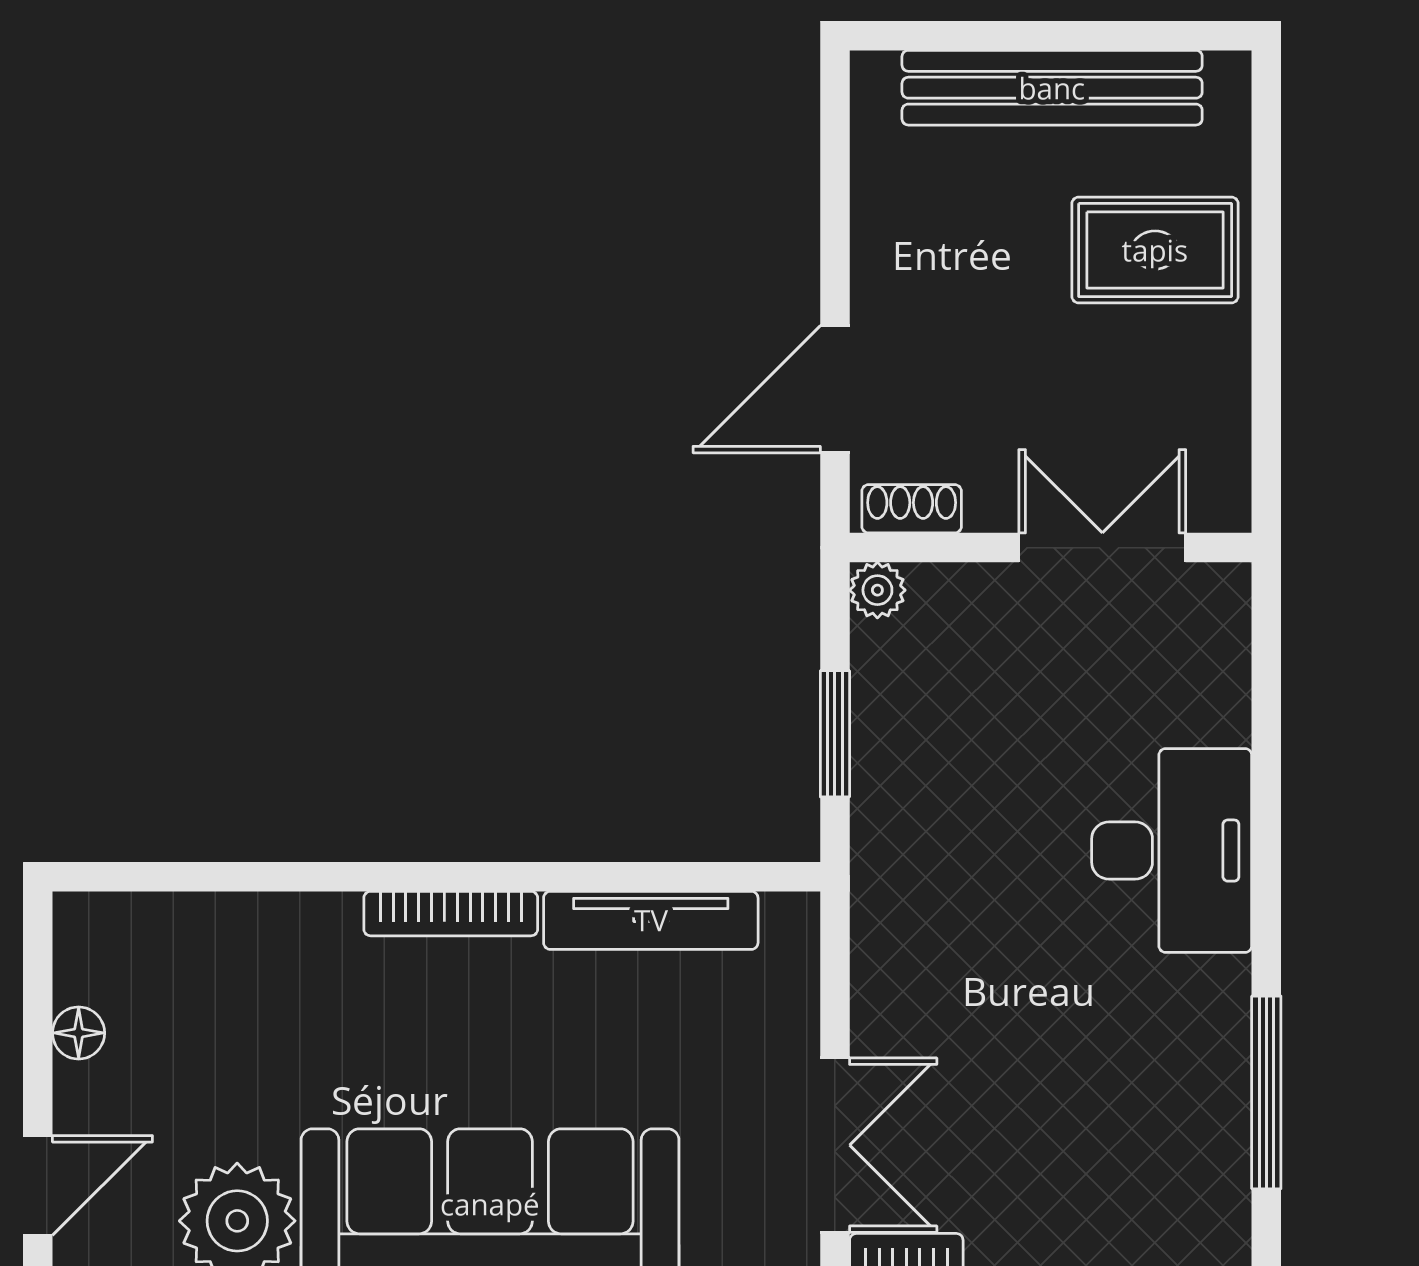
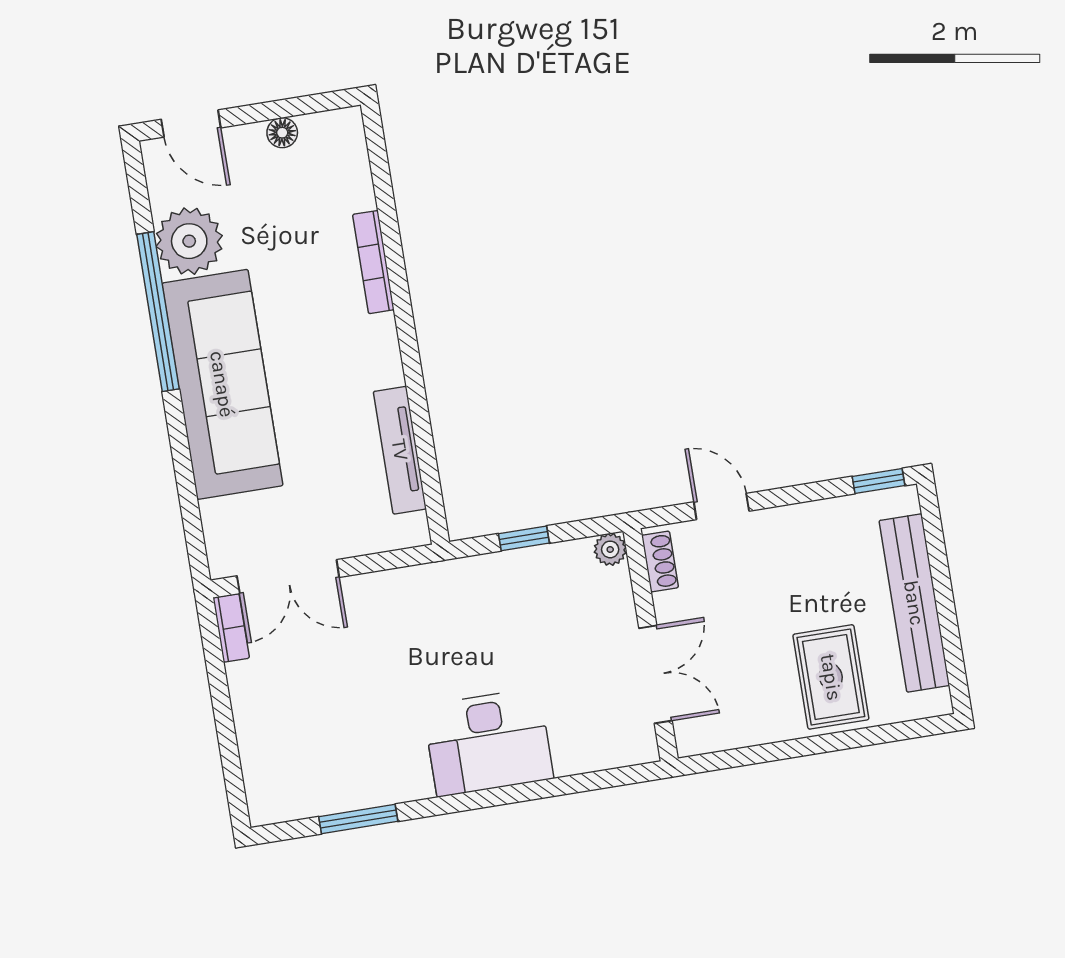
window: (835, 115) -> (879, 481), added
door: (835, 389) -> (721, 506), width x0.73
window: (835, 734) -> (524, 538), width x0.67
bookcase: (451, 914) -> (373, 262), moved
window: (1266, 1092) -> (358, 819), width x0.69

